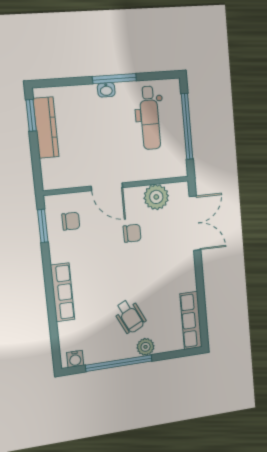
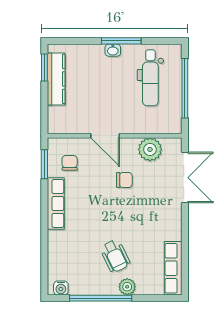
chair: (71, 221) -> (70, 163), turned -90
row of seats: (63, 292) -> (56, 203), moved

